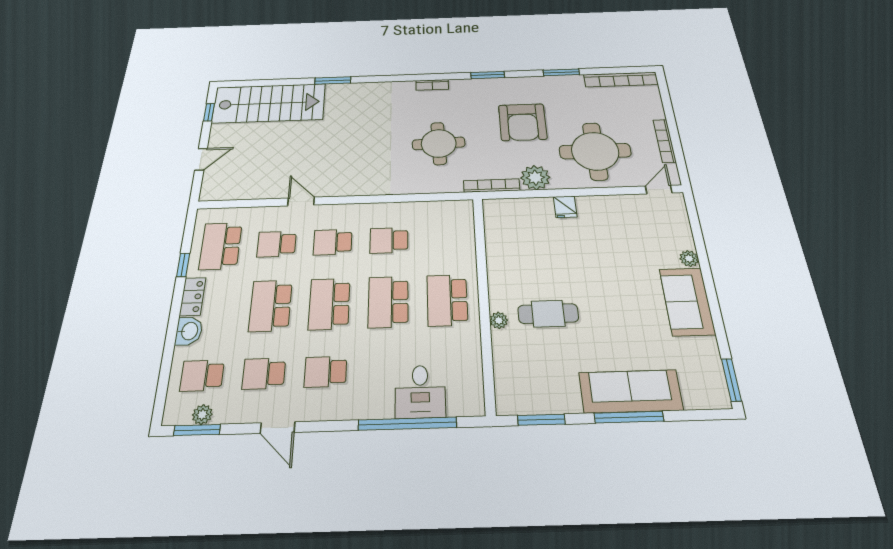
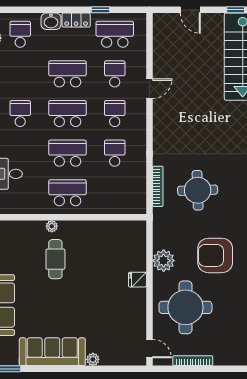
bookcase: (492, 186) -> (158, 186), moved
sofa: (687, 301) -> (52, 352), width x1.36
school desk: (264, 374) -> (20, 74), removed

